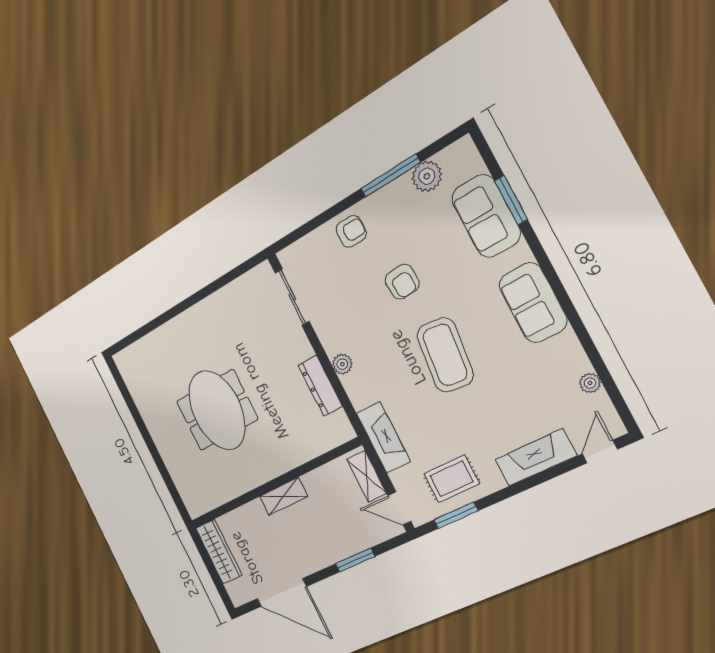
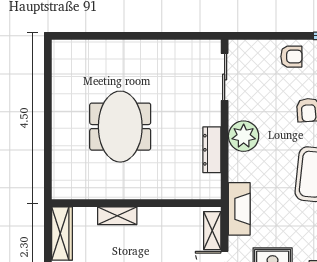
plant: (342, 364) -> (244, 136), width x1.88, depth x1.88
shelving: (283, 496) -> (117, 216), moved

